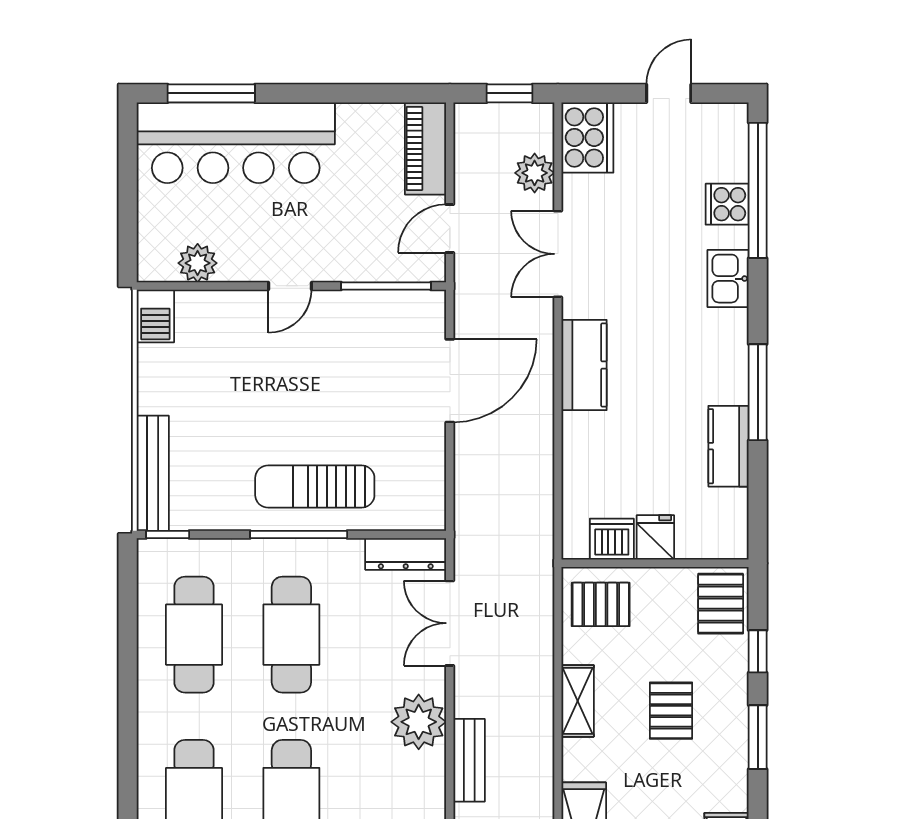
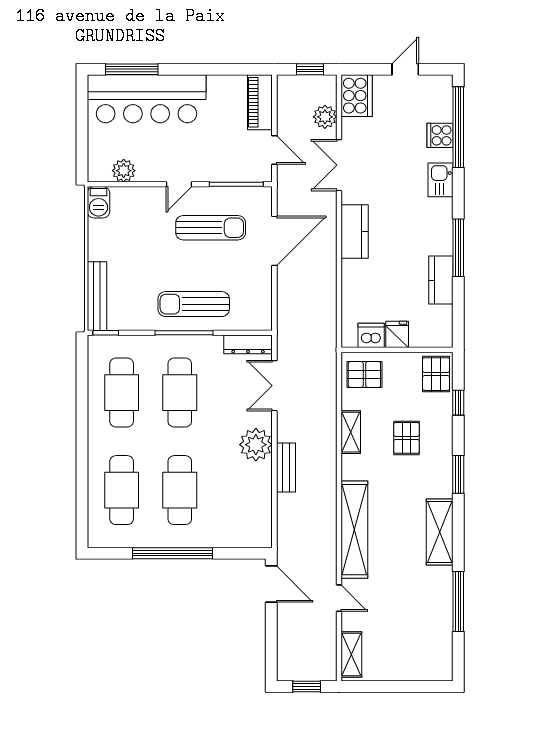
door: (450, 228) -> (274, 150), swing flipped
sun lounger: (343, 359) -> (211, 228), added
window: (758, 737) -> (458, 474), moved

